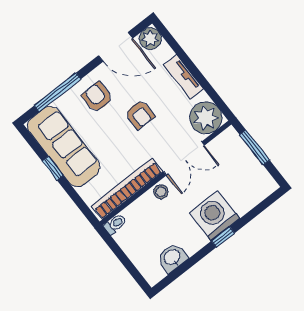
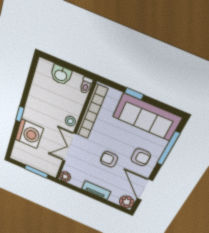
door: (116, 47) -> (145, 190), hinge flipped
plant: (206, 118) -> (65, 177), width x0.53, depth x0.53
window: (53, 168) -> (134, 94), moved
washing machine: (214, 216) -> (29, 134), moved
washbasin: (172, 258) -> (61, 75), moved, turned 90

